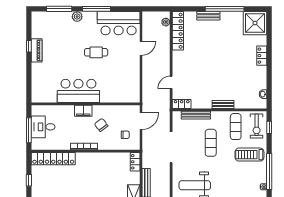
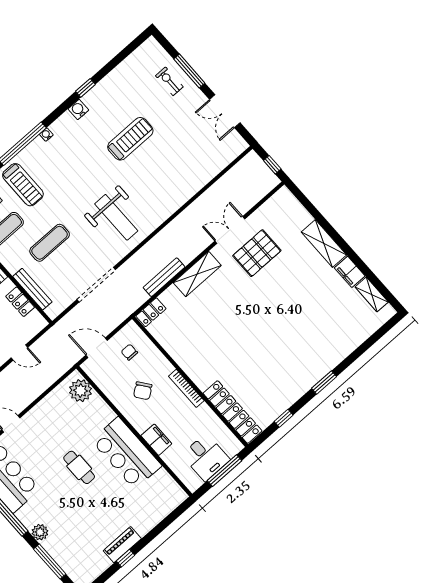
cafe table: (96, 52) -> (79, 467), moved
plant: (127, 95) -> (81, 391), added
locker: (182, 104) -> (20, 302), moved
filing cabinet: (83, 111) -> (156, 440), moved

